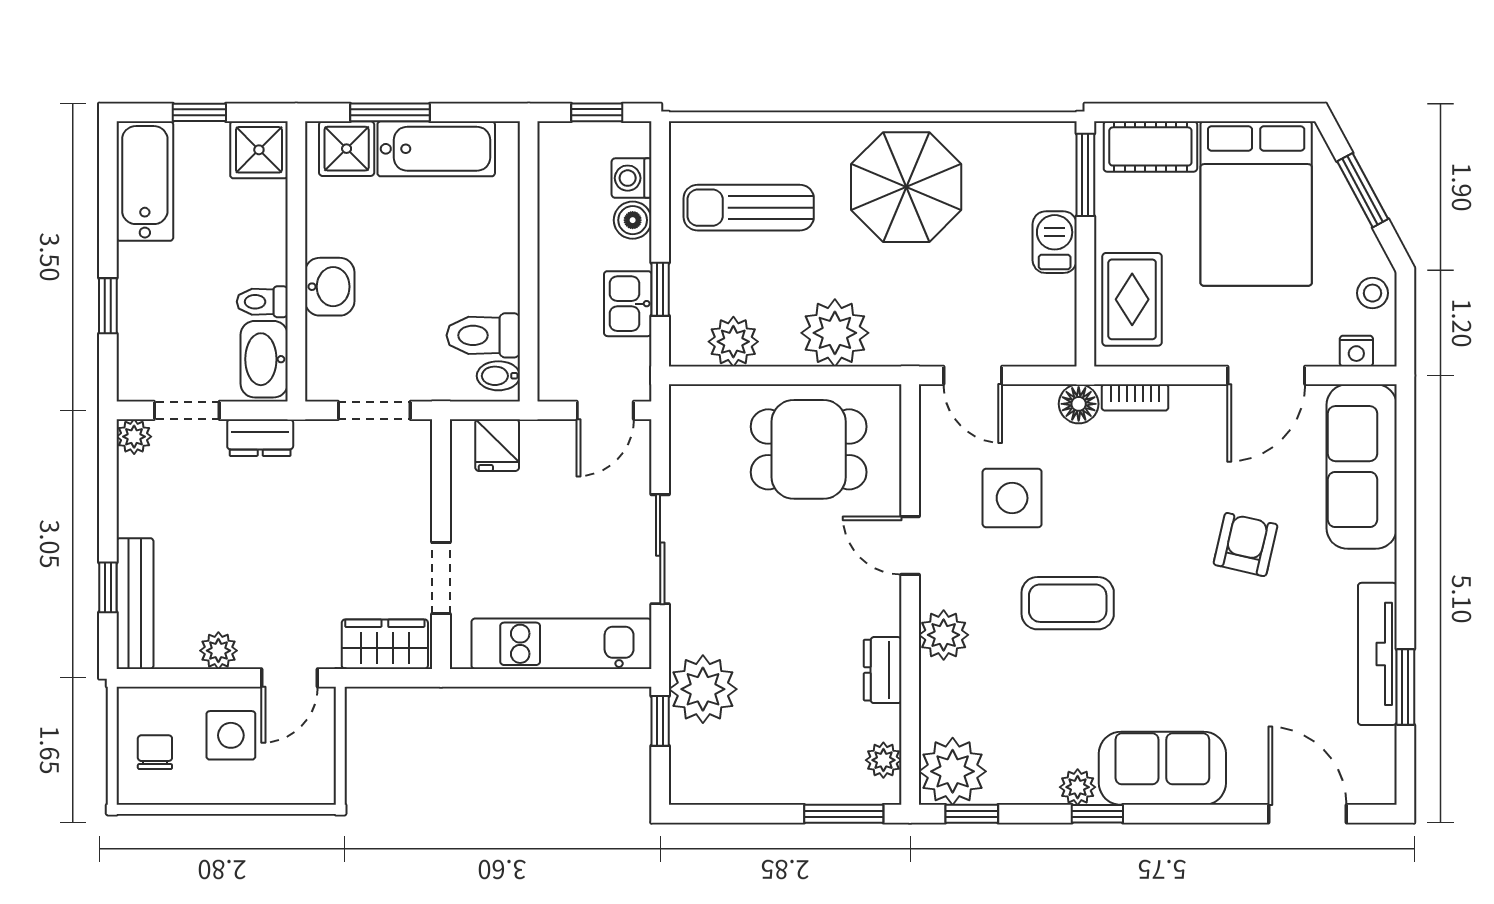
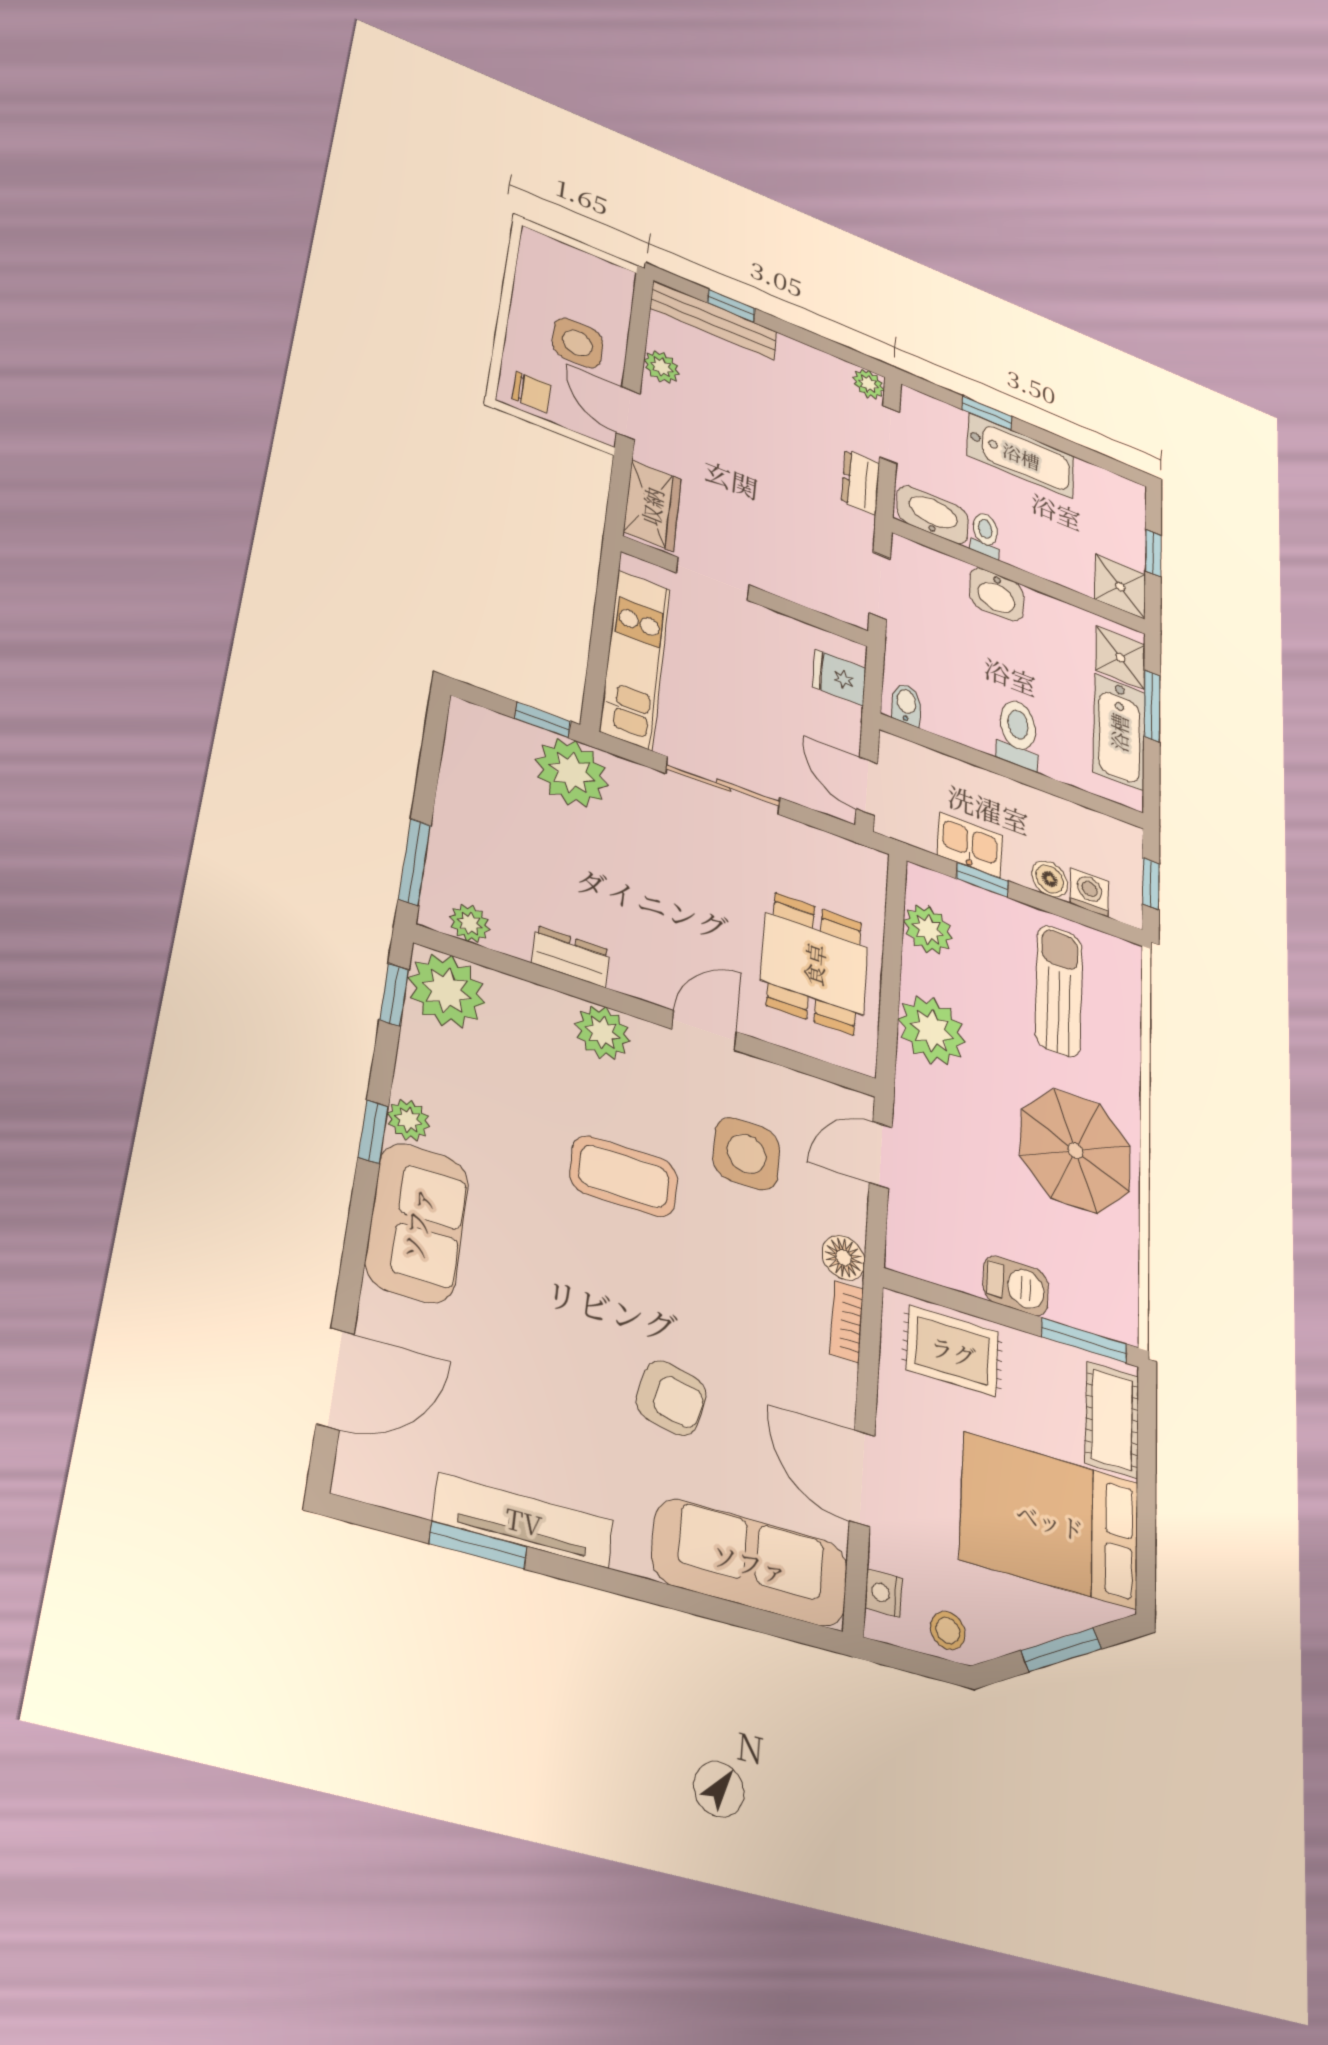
bathtub: (145, 181) -> (1021, 456), moved
toilet: (483, 335) -> (1018, 733), moved
coffee table: (1068, 603) -> (624, 1176), turned 90
chair: (155, 752) -> (532, 392), moved

